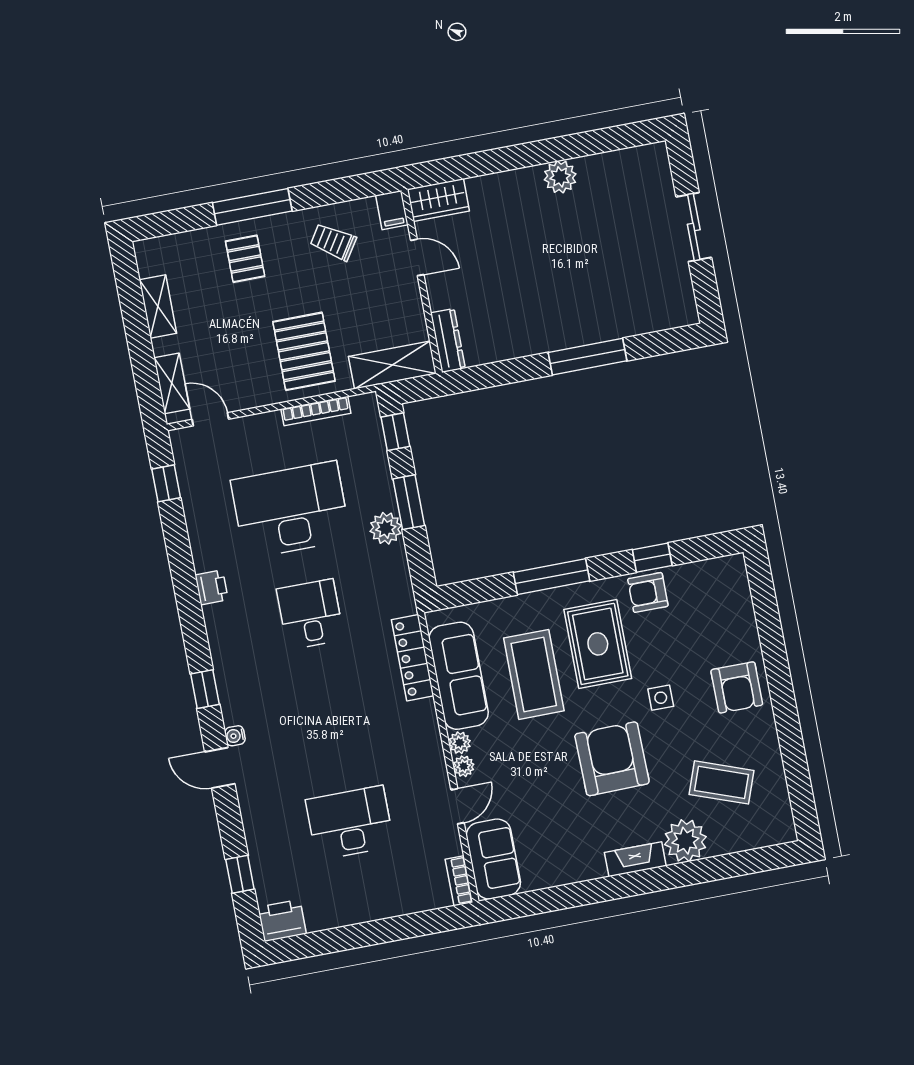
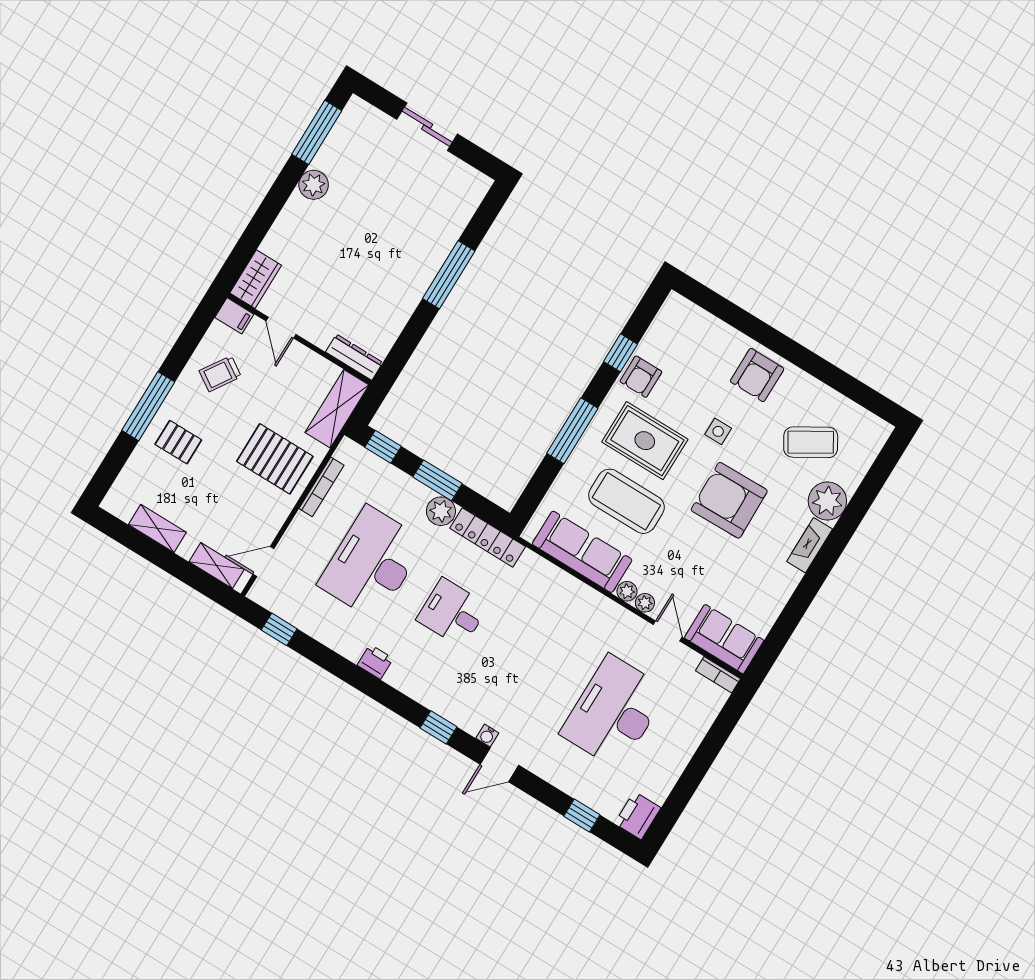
window: (606, 140) -> (317, 132), added
door: (417, 257) -> (281, 328), swing flipped
locker: (413, 658) -> (488, 537), moved
armchair: (737, 687) -> (757, 375), turned 90
coffee table: (721, 782) -> (811, 442), turned 39
desk: (350, 823) -> (614, 712), width x1.36, depth x1.30

